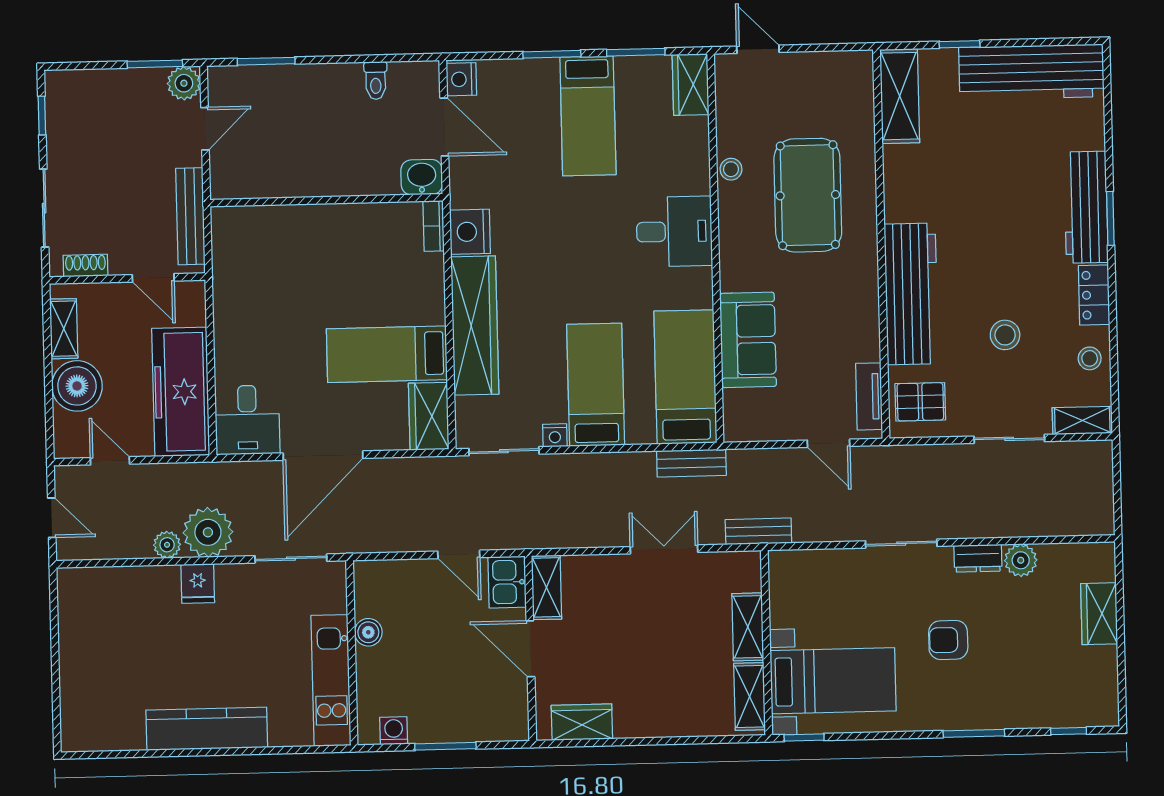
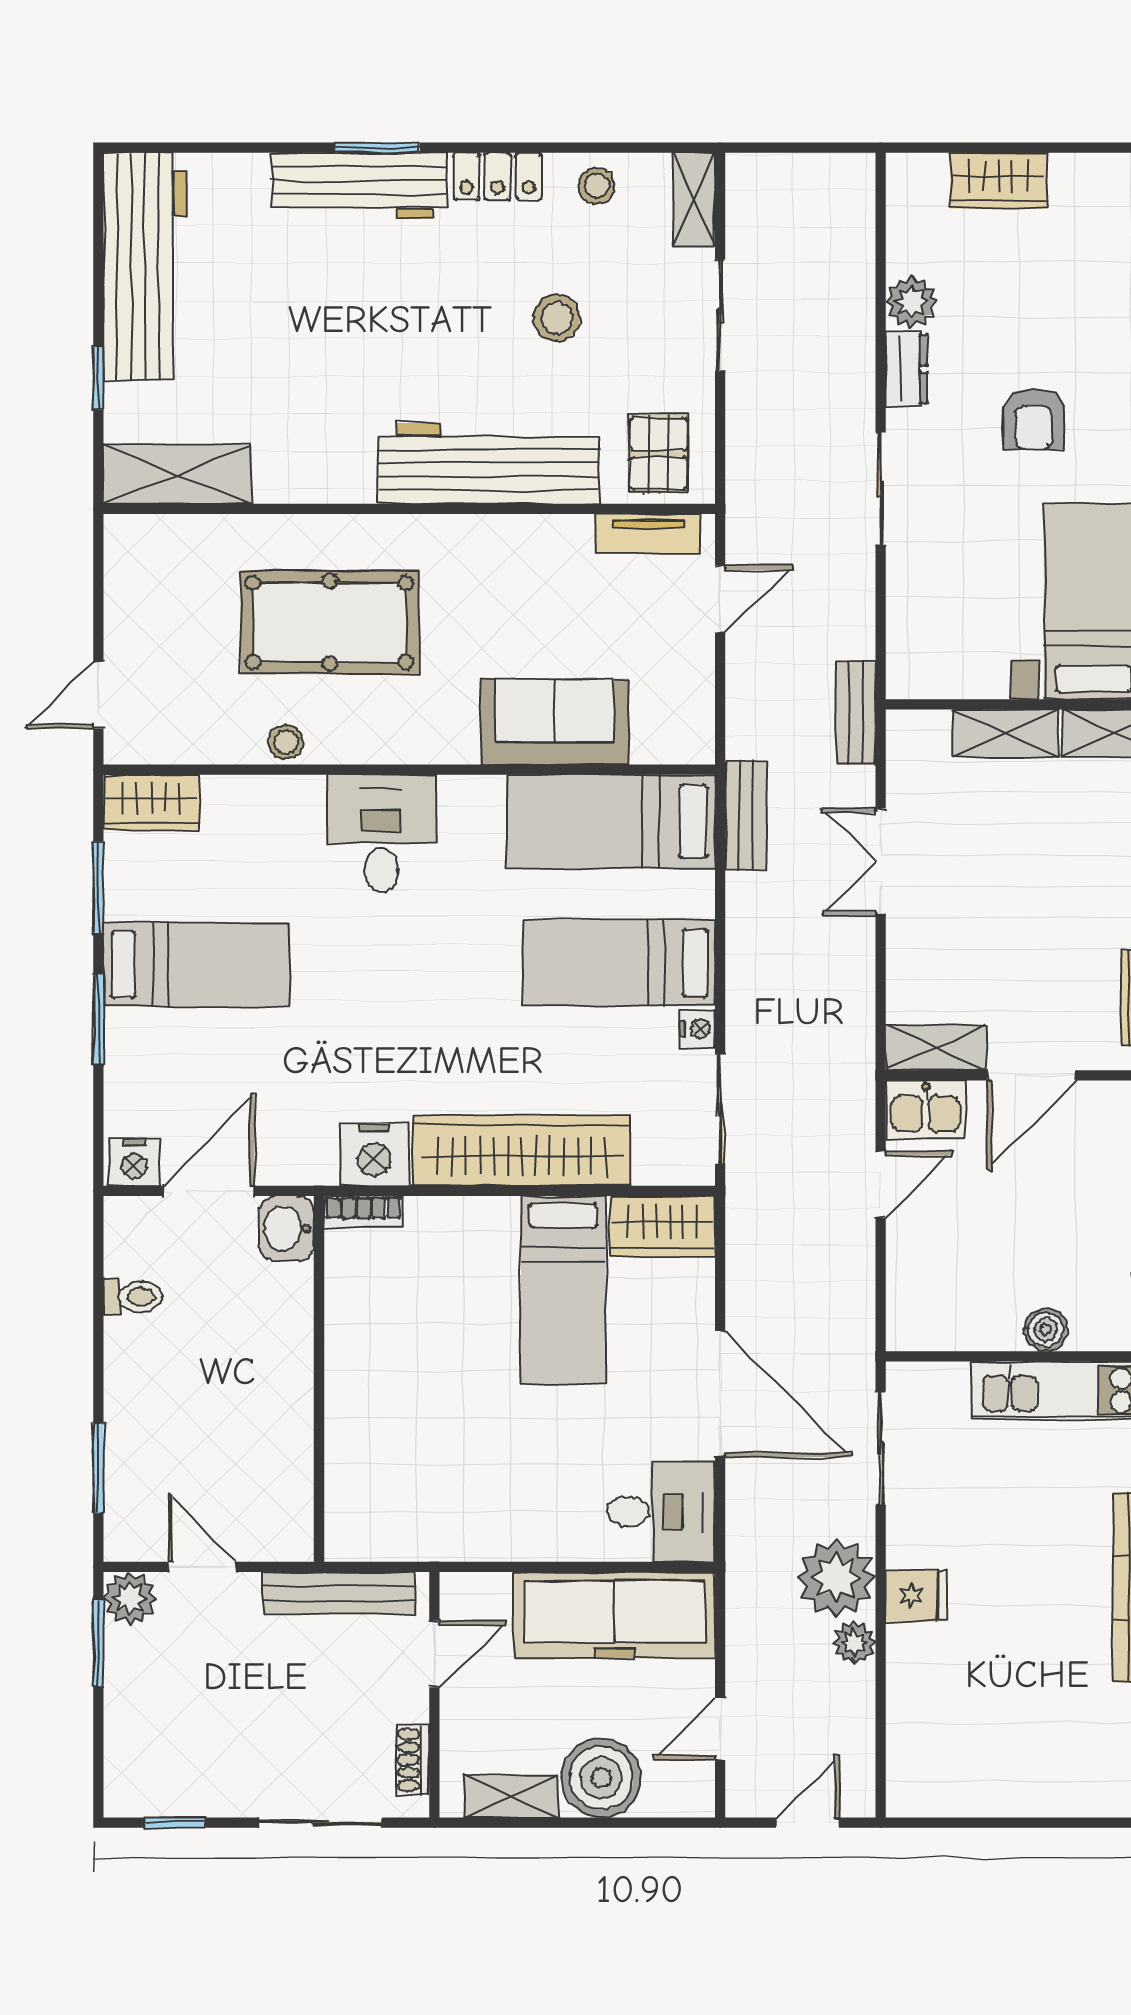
boiler: (368, 632) -> (1046, 1330), moved

